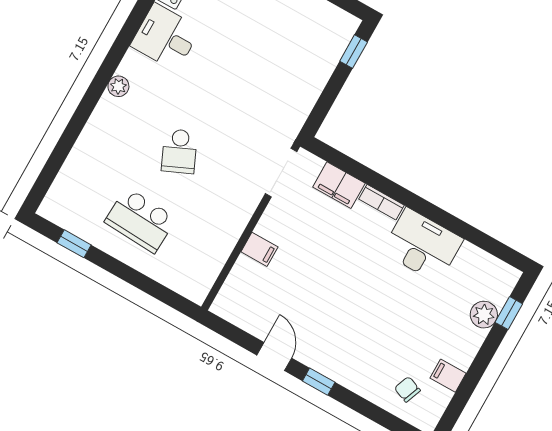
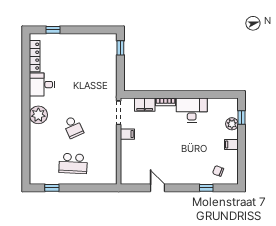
plant: (118, 86) -> (38, 115), width x1.87, depth x1.87
filing cabinet: (259, 249) -> (127, 134), moved
filing cabinet: (448, 376) -> (231, 145), moved
window: (319, 382) -> (206, 188), moved

